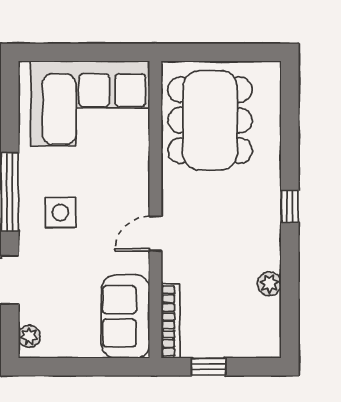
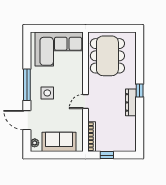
dresser: (268, 236) -> (131, 102), added
plant: (269, 284) -> (131, 122), removed
sofa: (126, 316) -> (59, 142), moved, turned 90

